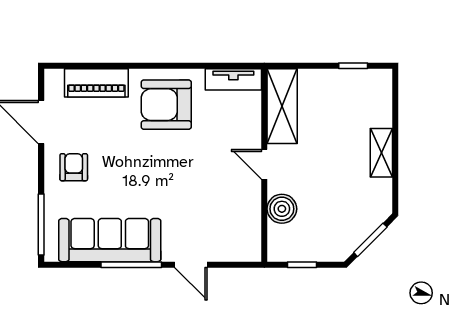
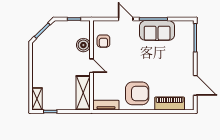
shelving: (381, 153) -> (37, 99), moved
armchair: (74, 167) -> (103, 41), moved
sofa: (110, 240) -> (157, 30), width x0.73

